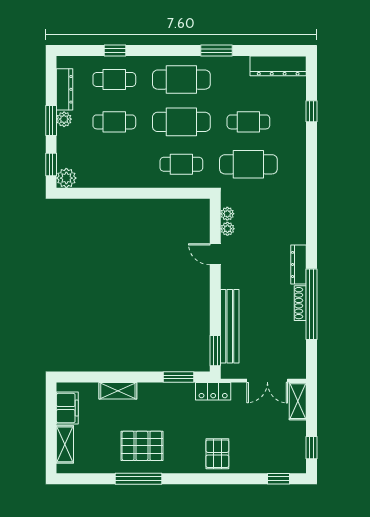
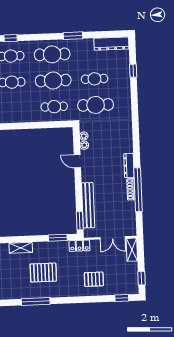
pallet: (142, 446) -> (43, 273), moved
pallet: (217, 454) -> (94, 279), moved, turned 90

